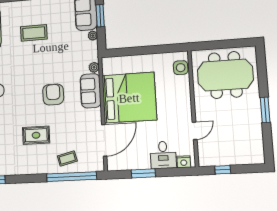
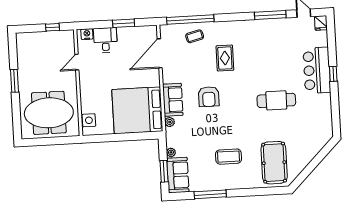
bed: (129, 98) -> (137, 110), moved
rug: (36, 135) -> (225, 58), turned 90

